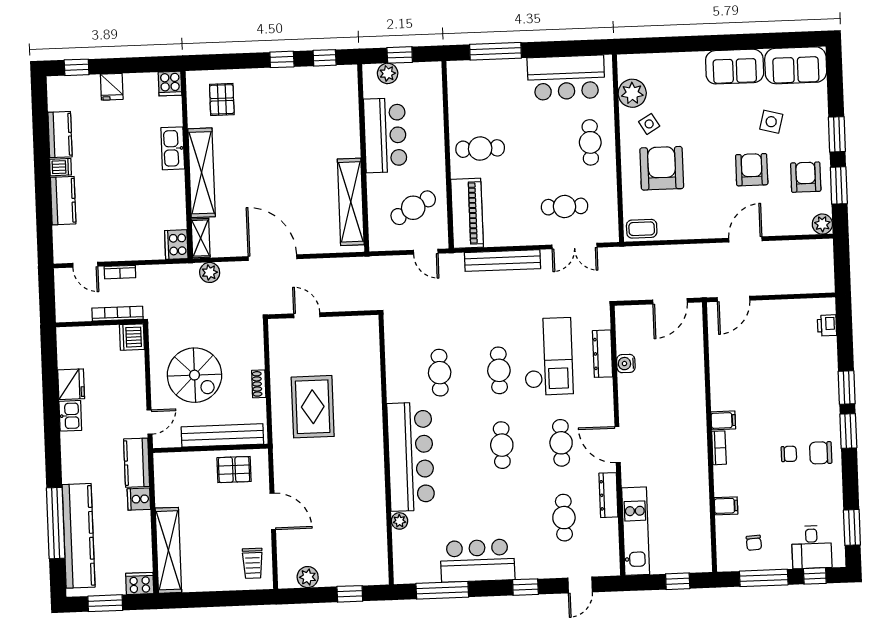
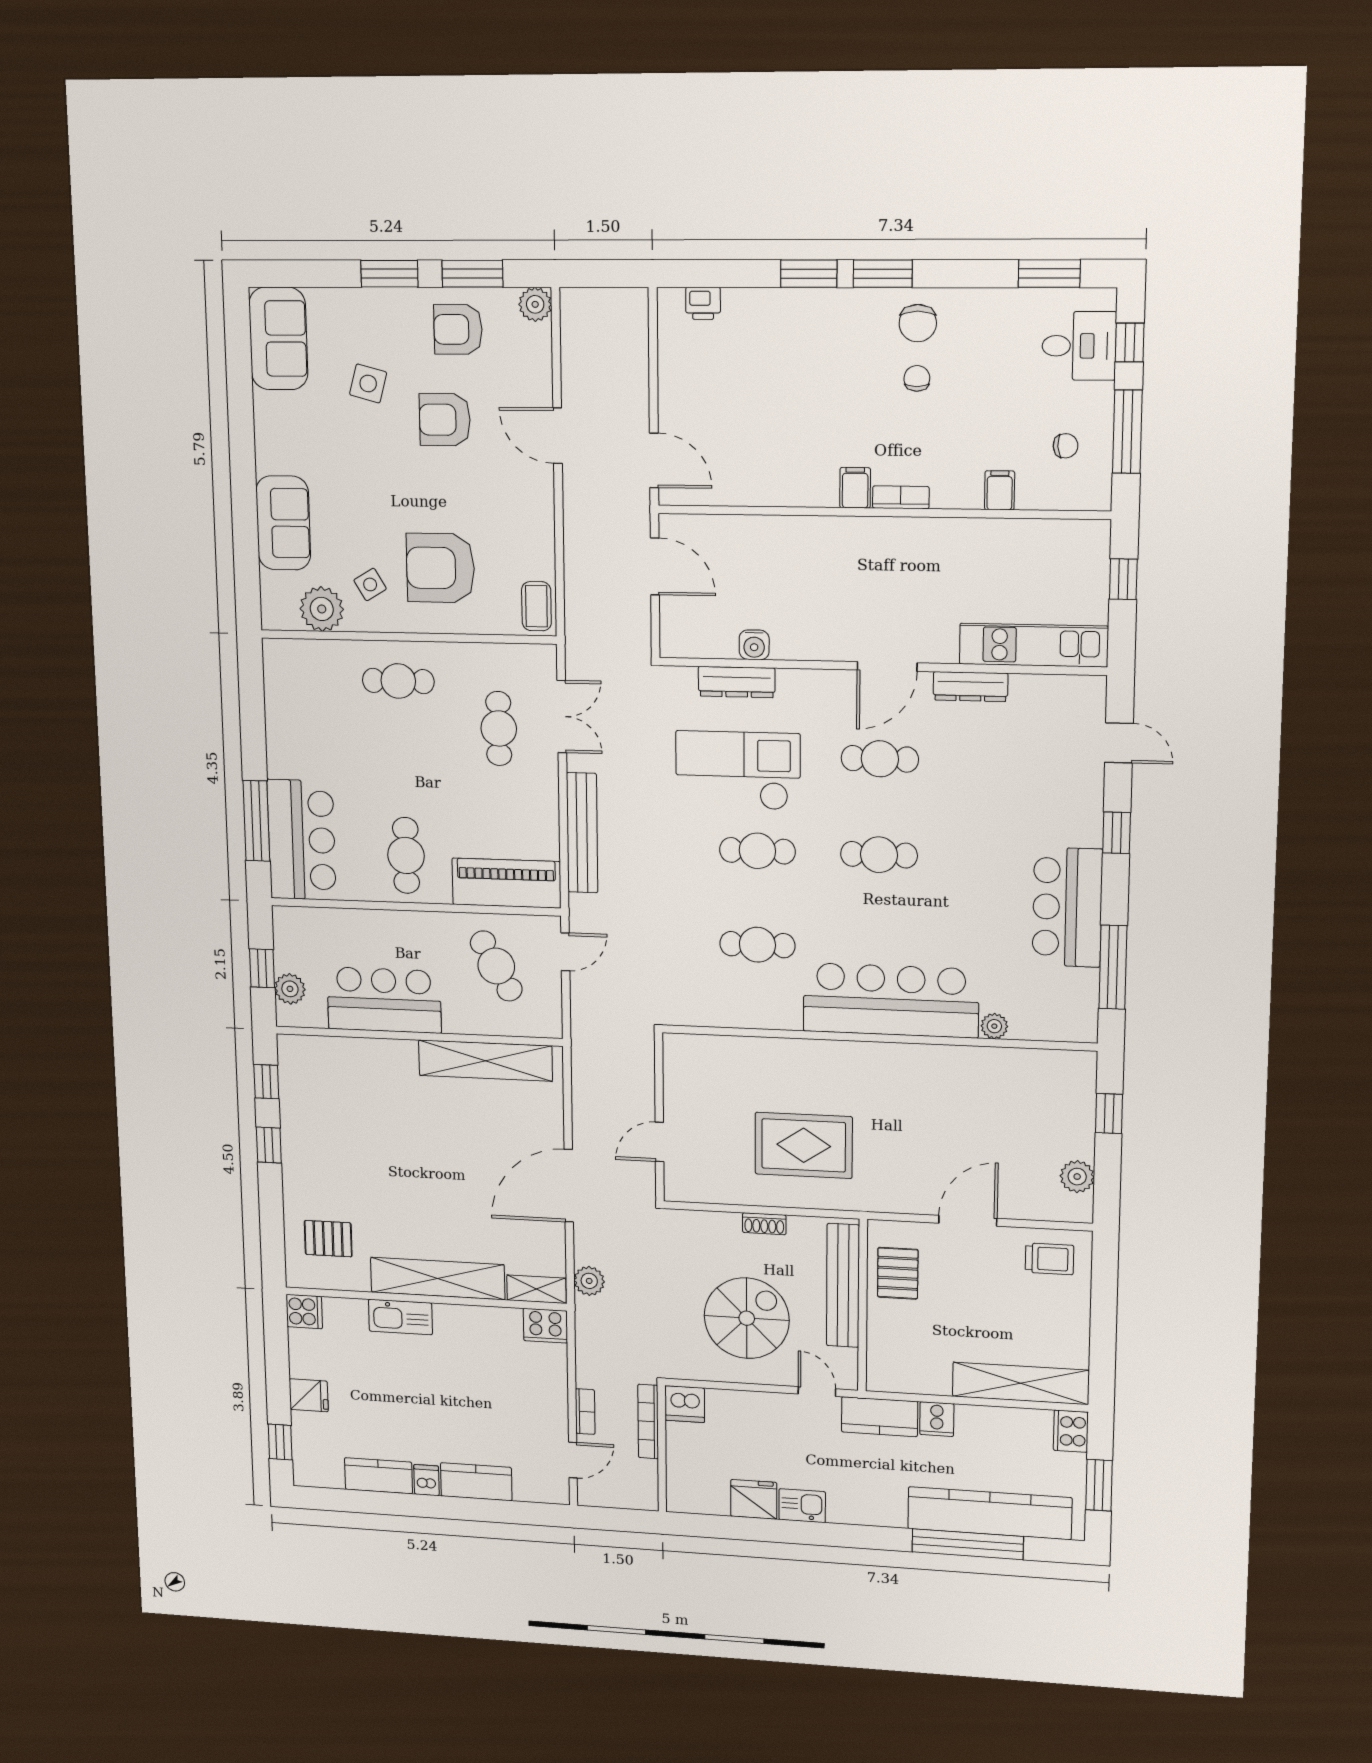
sofa: (735, 67) -> (283, 523), moved
bar counter: (566, 78) -> (302, 840), moved
cafe table: (564, 518) -> (1004, 762), removed

